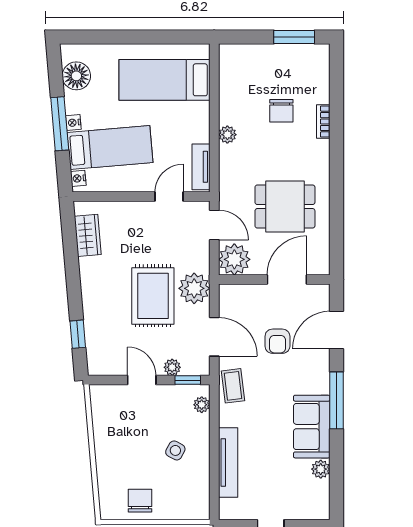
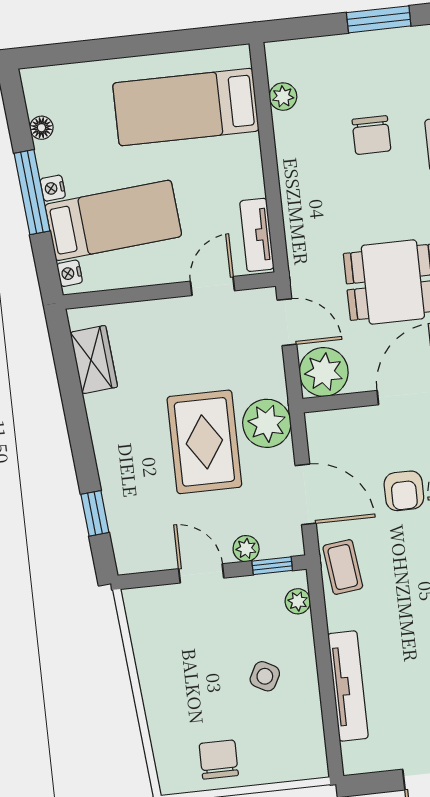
floor lamp: (76, 76) -> (41, 128), width x0.53, depth x0.53
plant: (227, 135) -> (283, 97), moved

